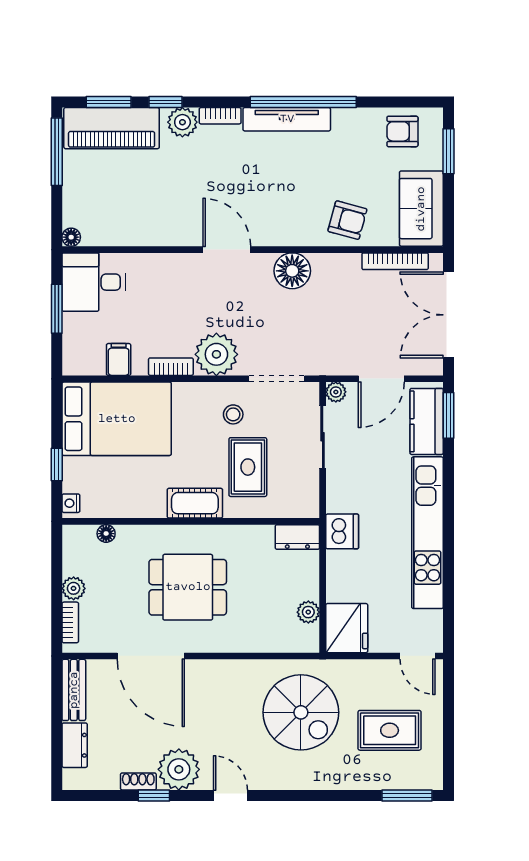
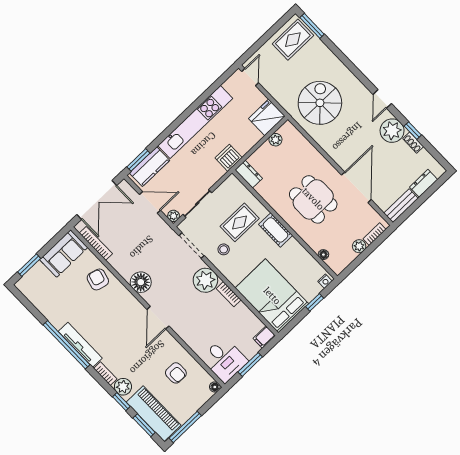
armchair: (402, 131) -> (176, 373), moved
filing cabinet: (119, 359) -> (264, 337), moved
rug: (390, 730) -> (293, 40), moved, turned 90

